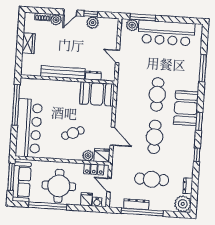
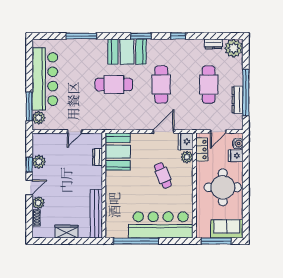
door: (70, 12) -> (29, 187), hinge flipped
bench: (63, 72) -> (96, 214), moved
cafe table: (154, 137) -> (161, 85), turned 90
sofa: (22, 182) -> (227, 229), width x0.73
window: (48, 206) -> (246, 198), removed

